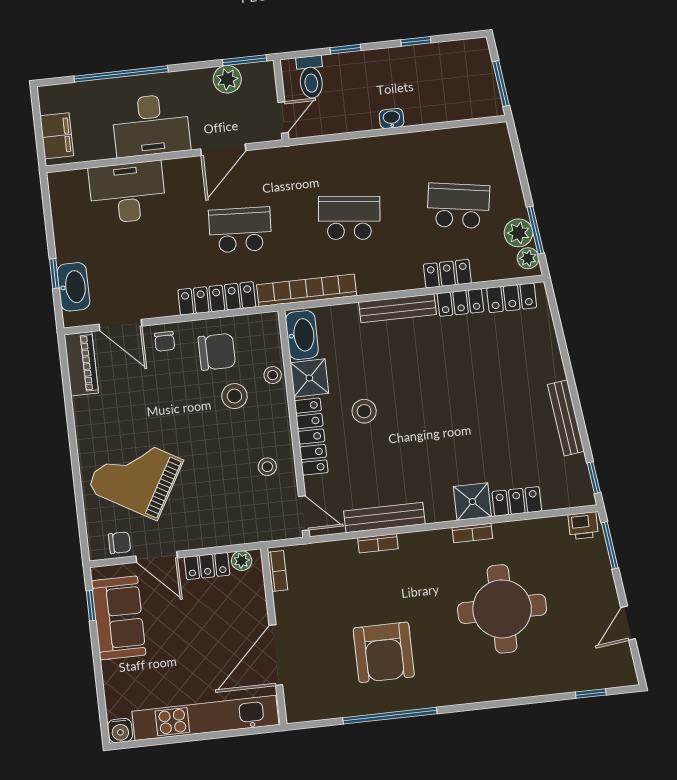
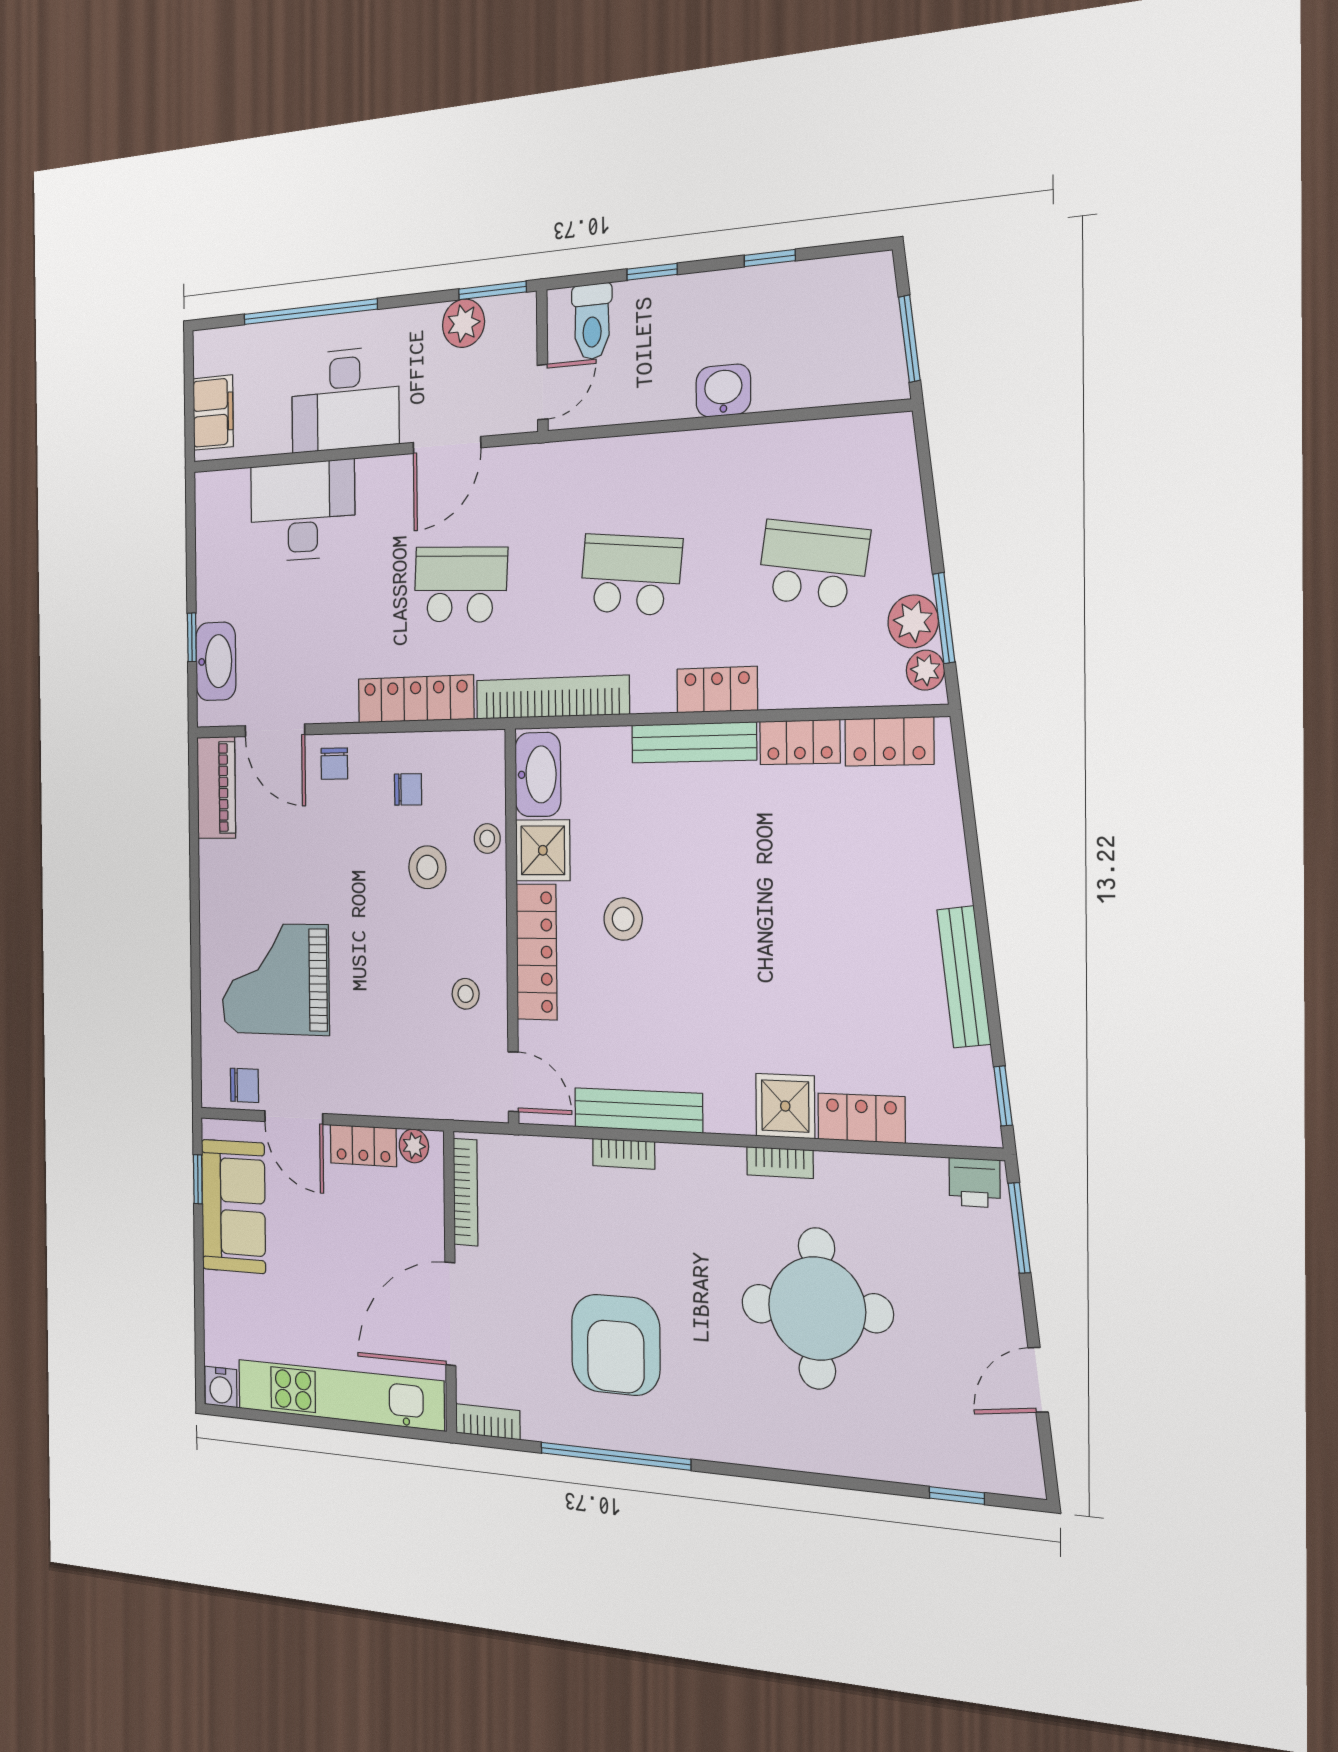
washbasin: (392, 118) -> (723, 391), width x1.38, depth x1.45
locker: (447, 274) -> (717, 690), moved
chair: (217, 352) -> (408, 789), width x0.54, depth x0.54
grand piano: (135, 475) -> (275, 979), turned -30
bookcase: (278, 571) -> (466, 1192), width x1.56
bookcase: (307, 713) -> (488, 1422), added

